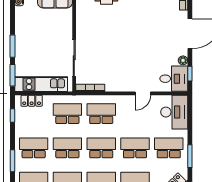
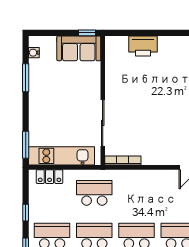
window: (12, 46) -> (26, 78), moved
school desk: (101, 114) -> (137, 193), removed
window: (12, 116) -> (26, 213), moved

